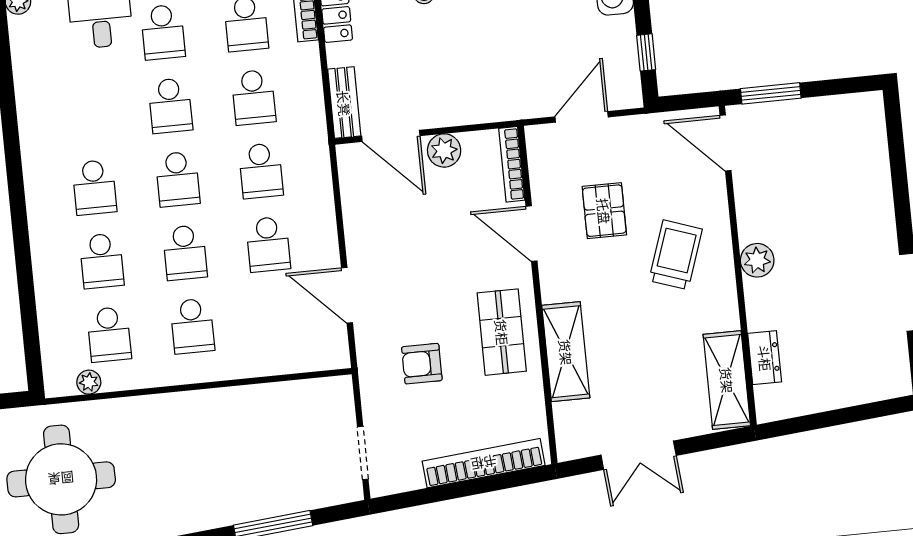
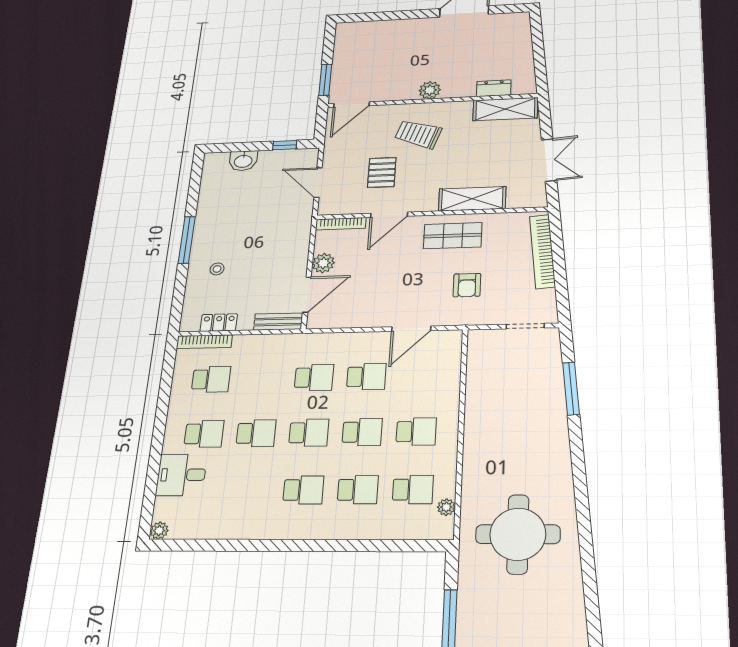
school desk: (254, 97) -> (262, 378), removed
pallet: (604, 211) -> (382, 172), turned 90

